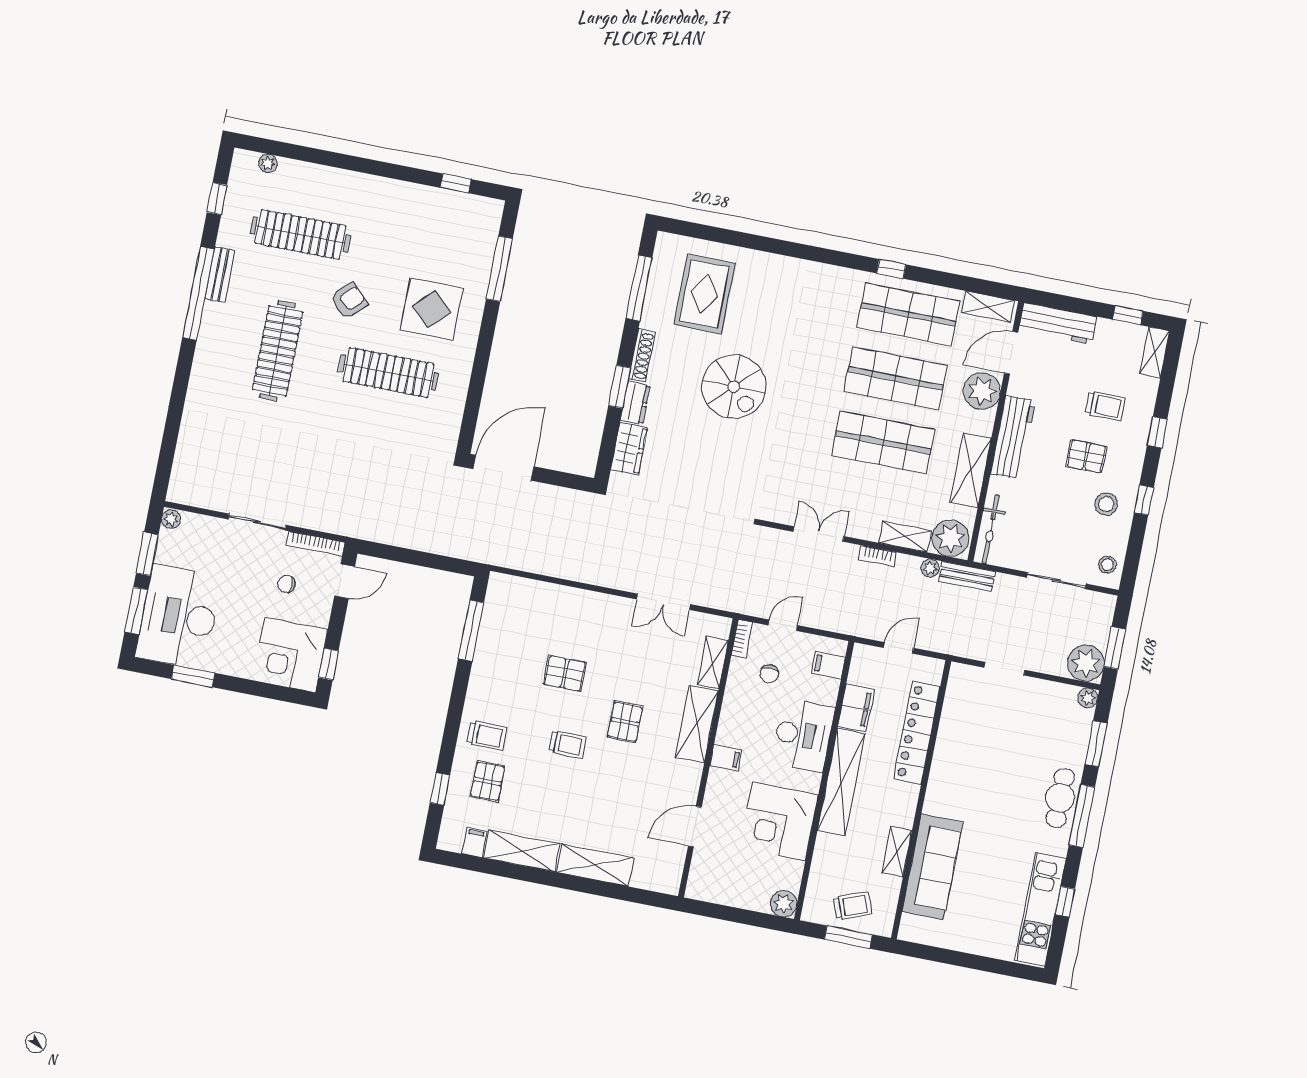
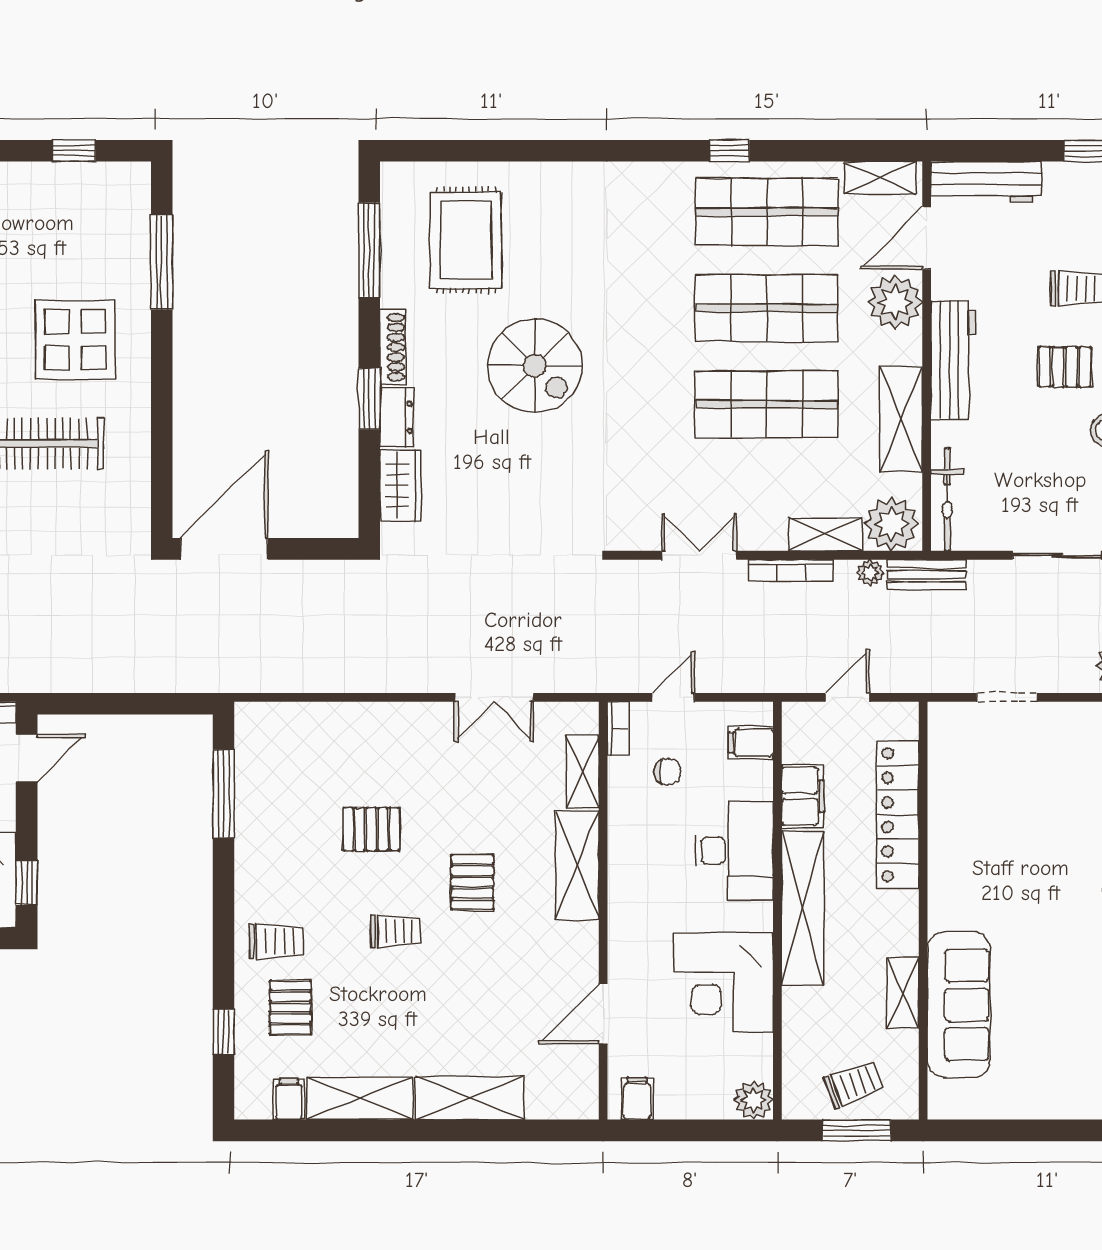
bookcase: (877, 556) -> (791, 570), width x1.56
chair: (769, 674) -> (668, 772), turned -90
filing cabinet: (726, 758) -> (637, 1099), moved, turned -90

